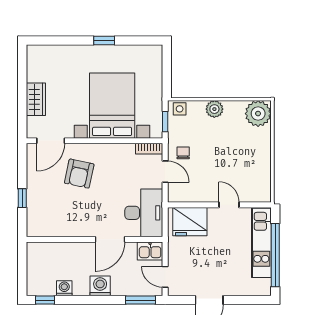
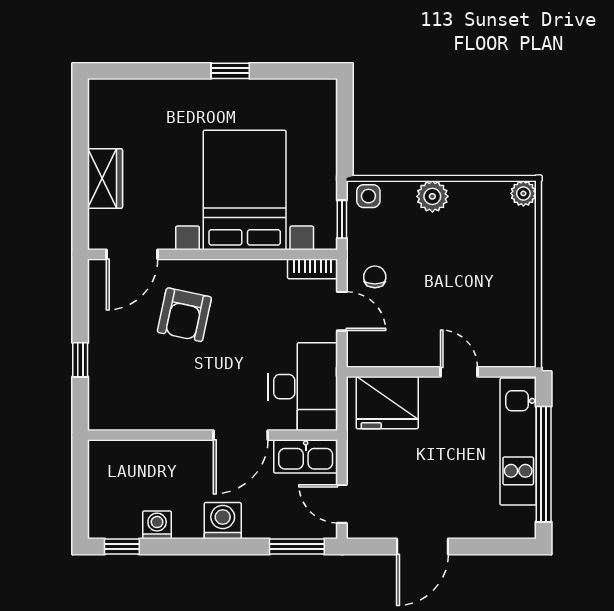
plant: (258, 114) -> (523, 193), width x0.53, depth x0.53
kitchen sink: (150, 251) -> (306, 456), width x1.38

